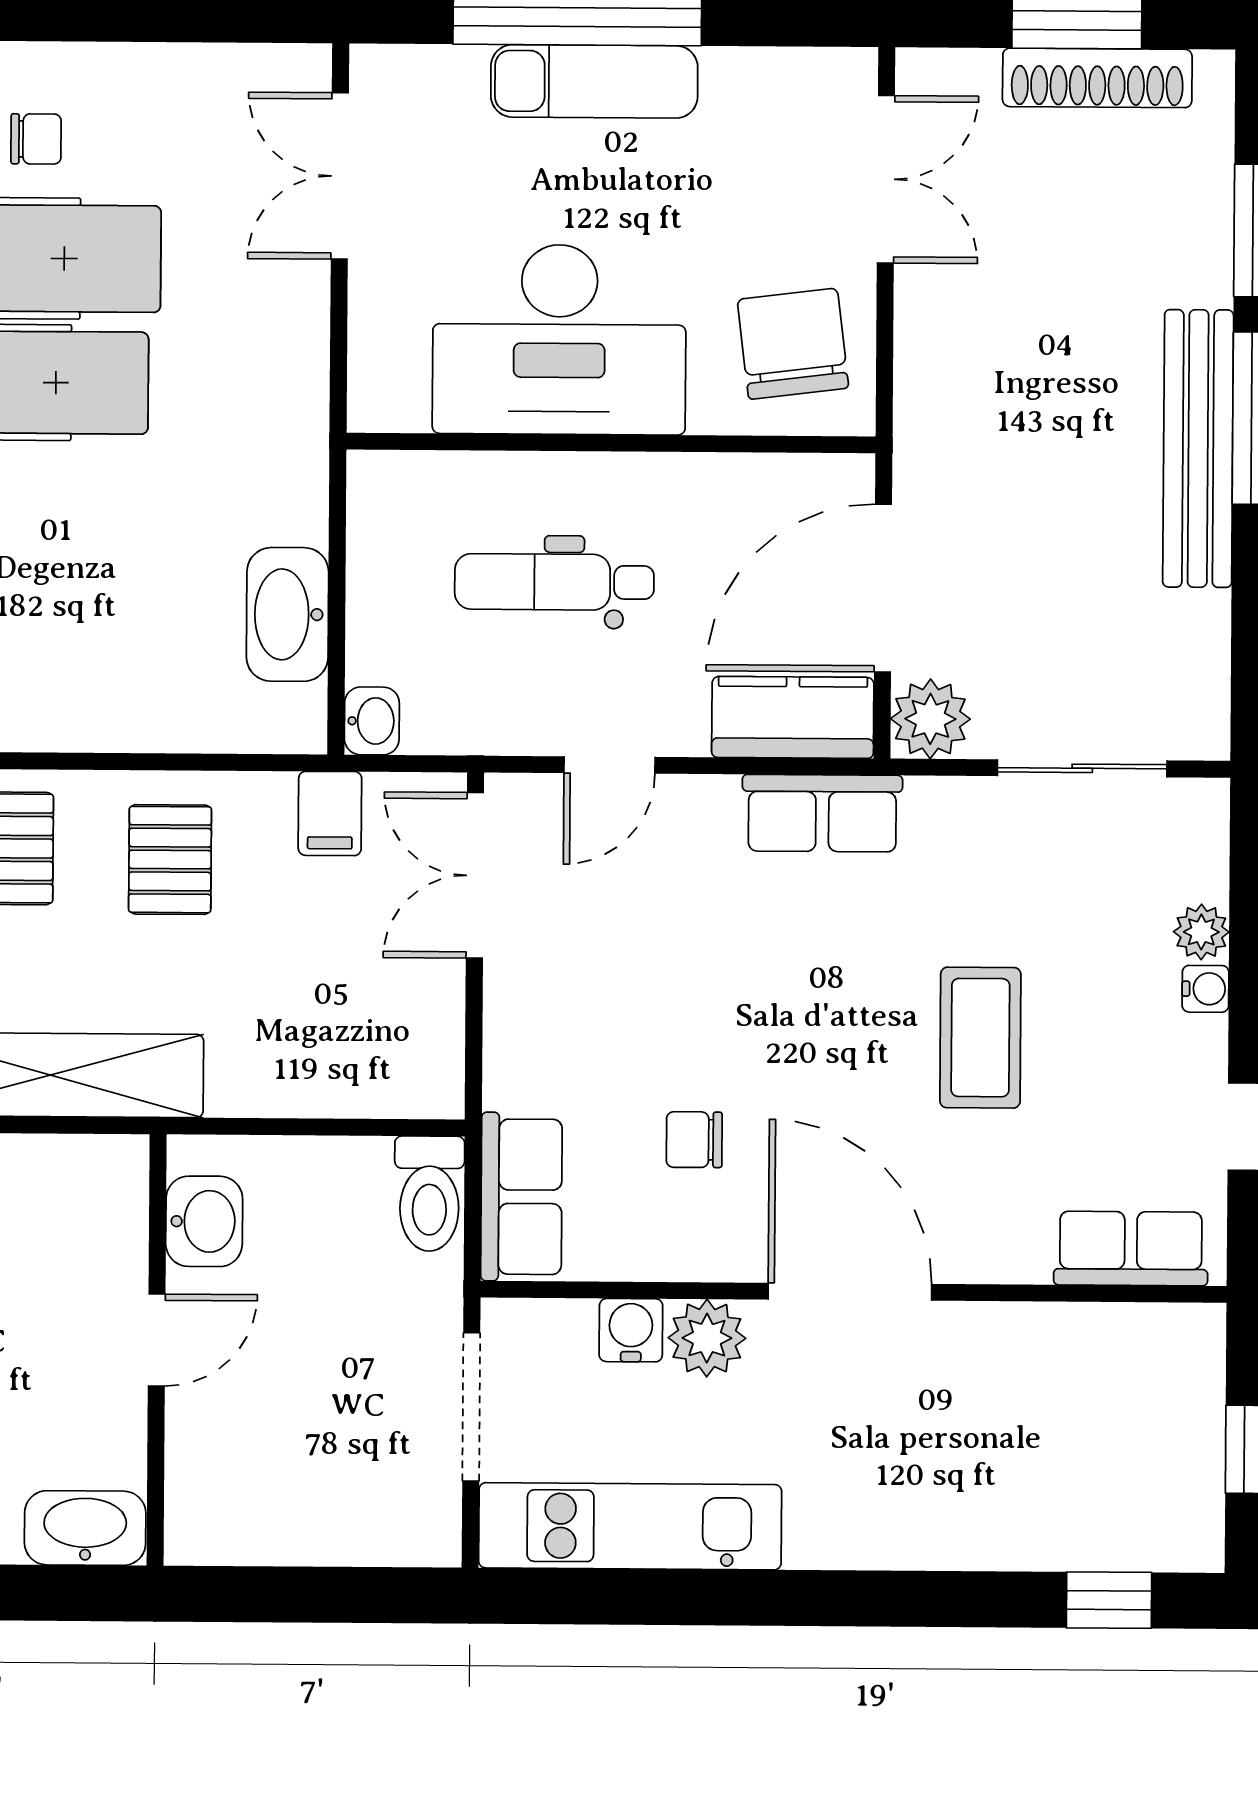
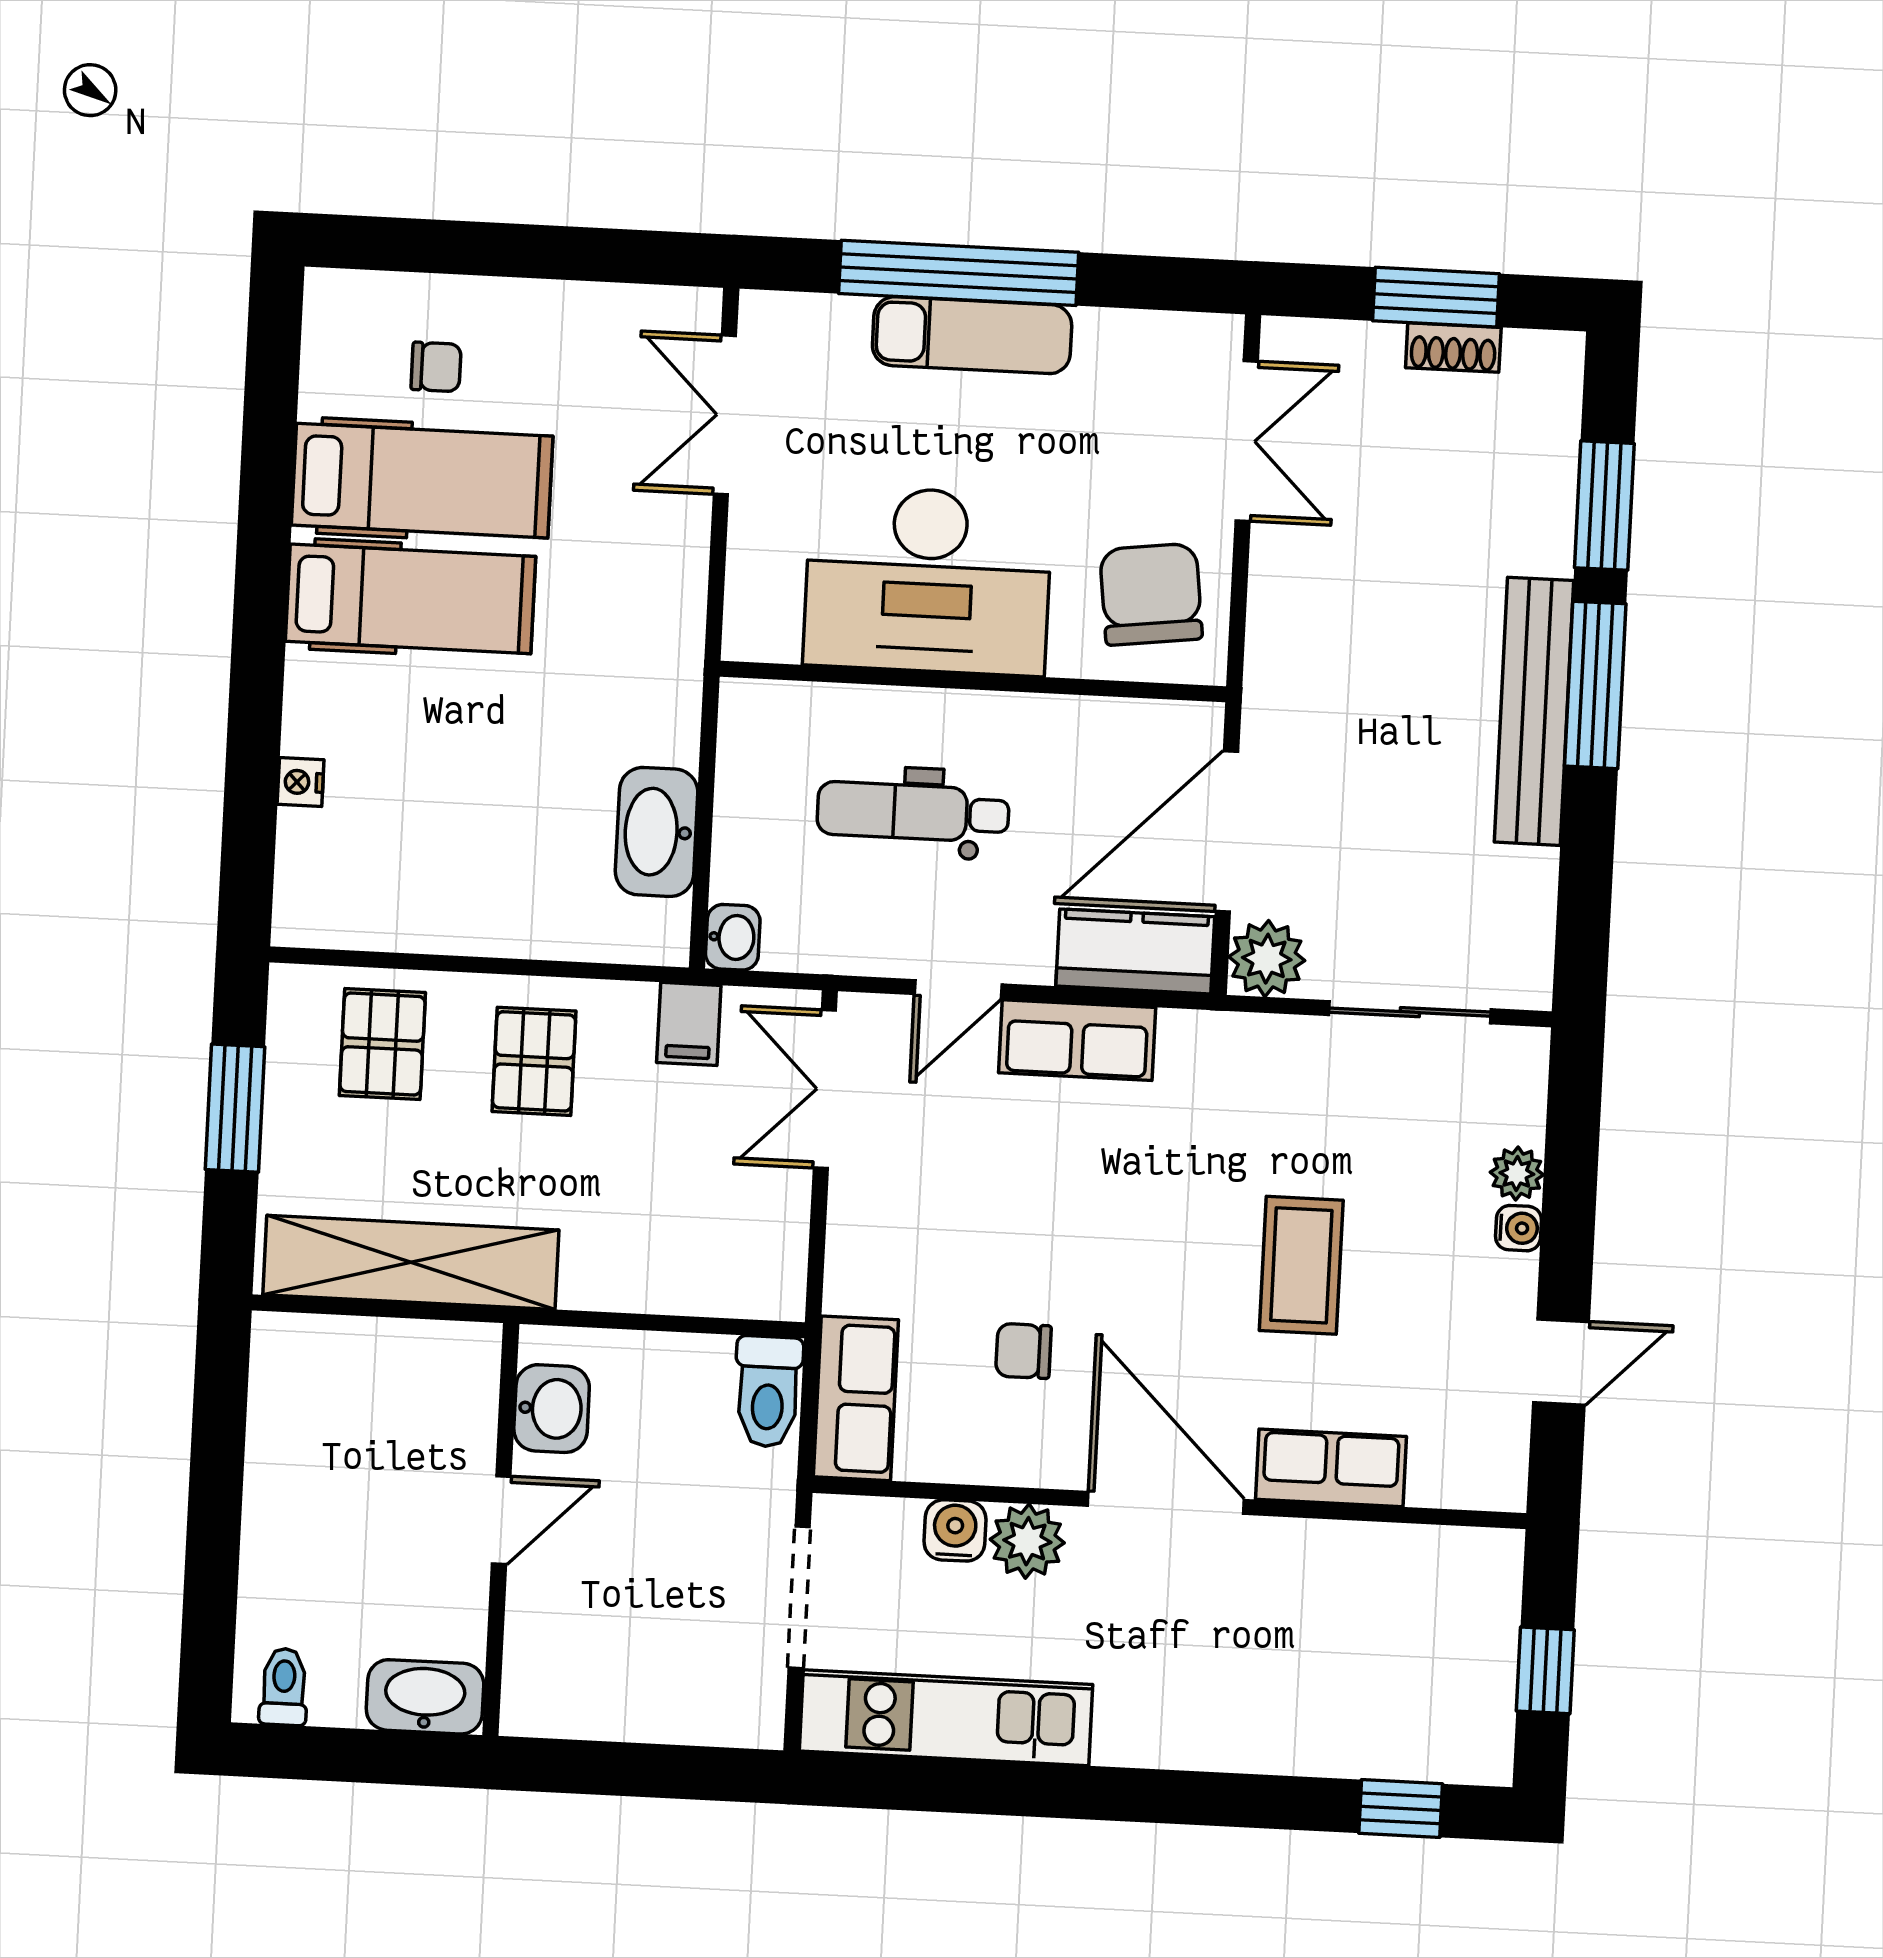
shoe rack: (1097, 78) -> (1453, 348), width x0.51, depth x0.81
row of seats: (822, 813) -> (1077, 1040), moved
row of seats: (1131, 1248) -> (1331, 1468), moved

